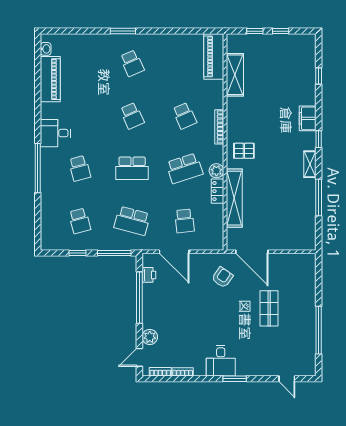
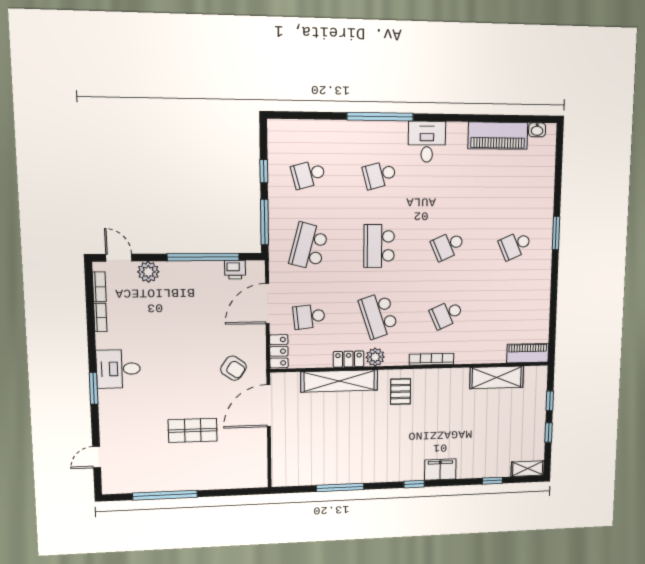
piano: (214, 56) -> (528, 353), width x0.73, depth x0.75
shelving: (310, 164) -> (528, 469), moved
locker: (210, 244) -> (279, 351), added

